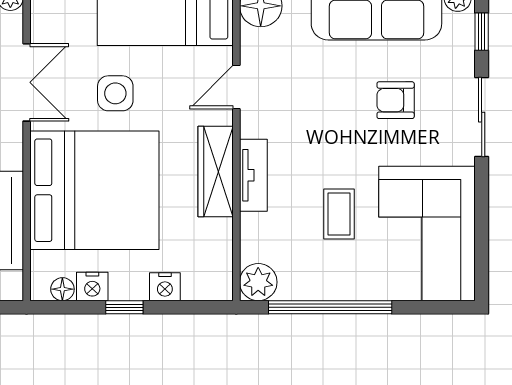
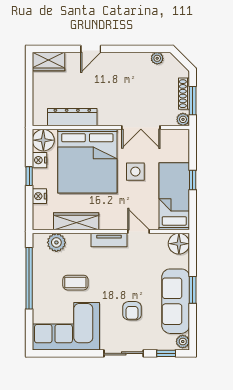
armchair: (396, 100) -> (132, 311), turned 180
wardrobe: (216, 171) -> (76, 221), moved
tv unit: (253, 175) -> (109, 240), moved
plant: (258, 282) -> (56, 242), moved
floor lamp: (62, 289) -> (43, 140), width x1.89, depth x1.89

